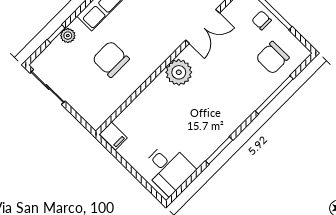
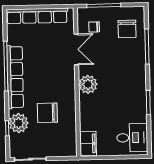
chair: (262, 20) -> (94, 27), moved
plant: (68, 36) -> (19, 123), width x1.88, depth x1.88
filing cabinet: (113, 136) -> (88, 144), width x2.00

